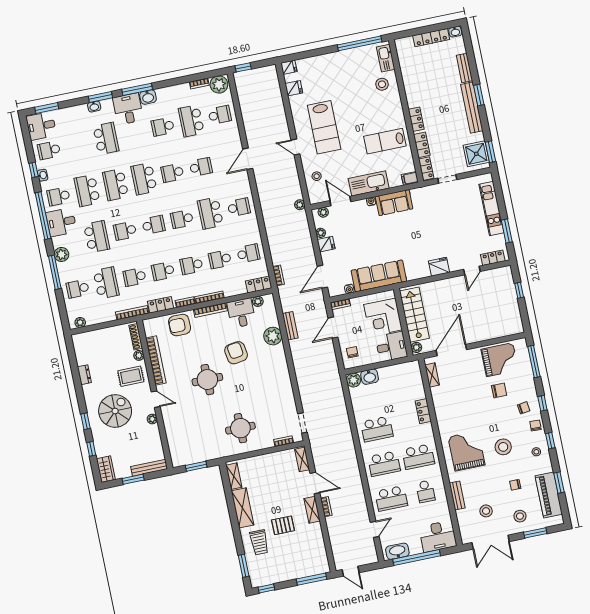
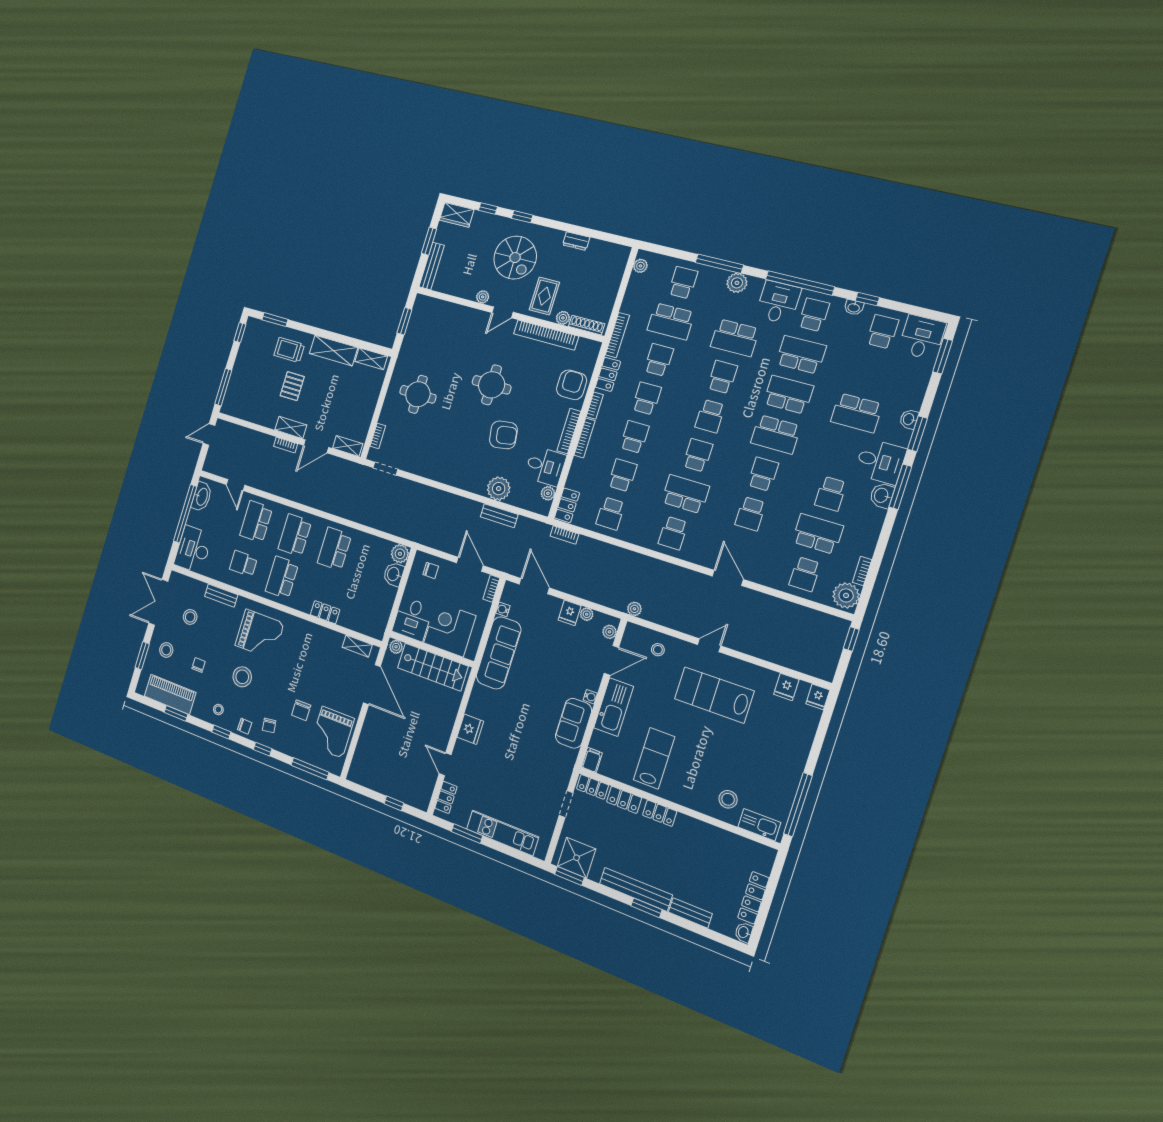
school desk: (163, 127) -> (831, 494), turned 180
school desk: (144, 179) -> (776, 434), turned 180

